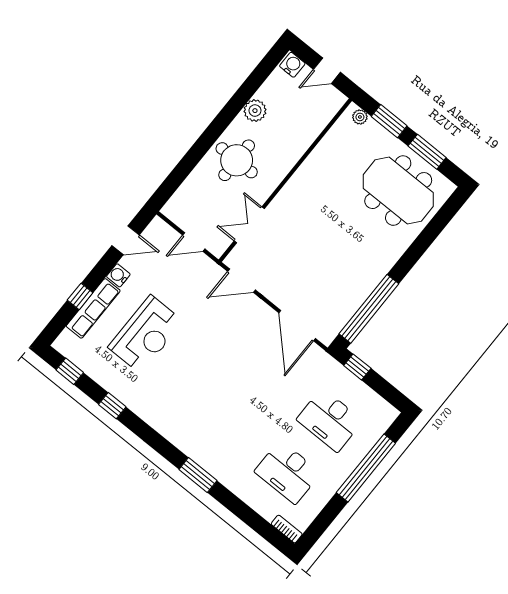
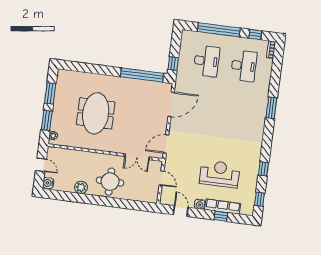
meeting table: (398, 191) -> (96, 113), moved
door: (242, 281) -> (166, 144), swing flipped
window: (325, 519) -> (255, 35), added

